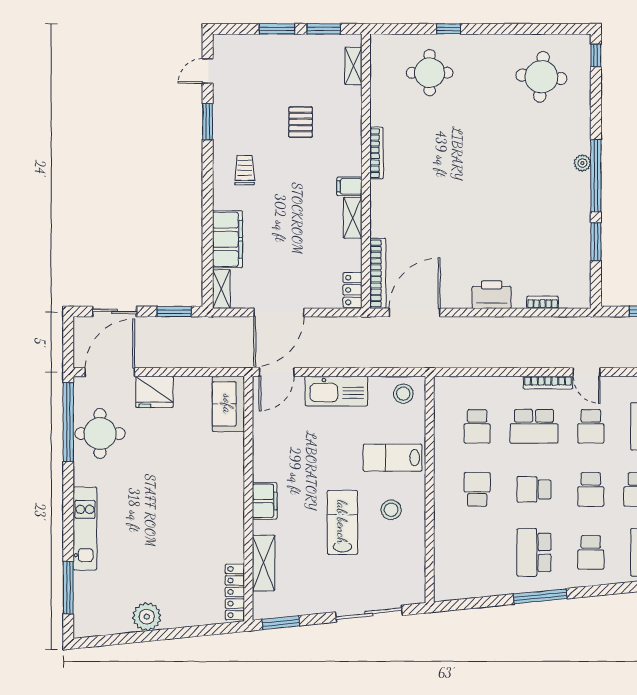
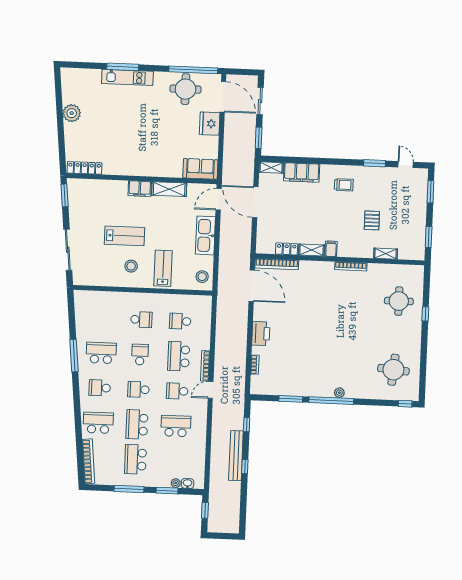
window: (277, 29) -> (430, 192), moved
shelving: (353, 66) -> (386, 254), moved
pallet: (301, 122) -> (372, 220), turned 90
locker: (353, 290) -> (287, 249), moved
door: (277, 372) -> (219, 199), hinge flipped
shelving: (264, 563) -> (169, 189), moved
window: (68, 588) -> (123, 67), moved

